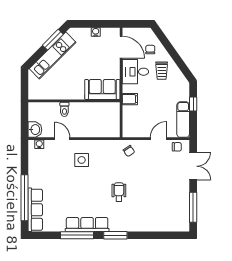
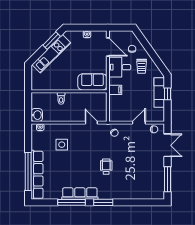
exam couch: (183, 120) -> (159, 92), moved
door: (62, 139) -> (91, 123), moved
side table: (82, 160) -> (62, 145), moved
row of seats: (35, 210) -> (37, 175), width x1.36

